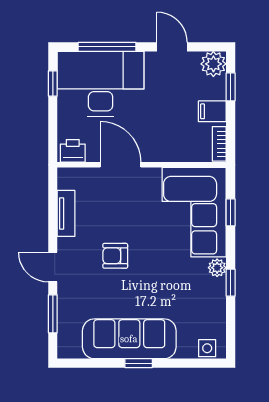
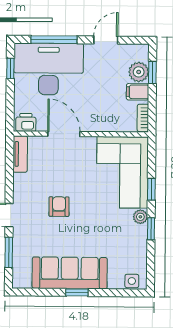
door: (172, 47) -> (106, 40), hinge flipped
plant: (213, 64) -> (139, 72), moved
window: (231, 212) -> (151, 189), moved
tv unit: (66, 213) -> (20, 154), moved
armchair: (115, 256) -> (59, 207), turned 90

